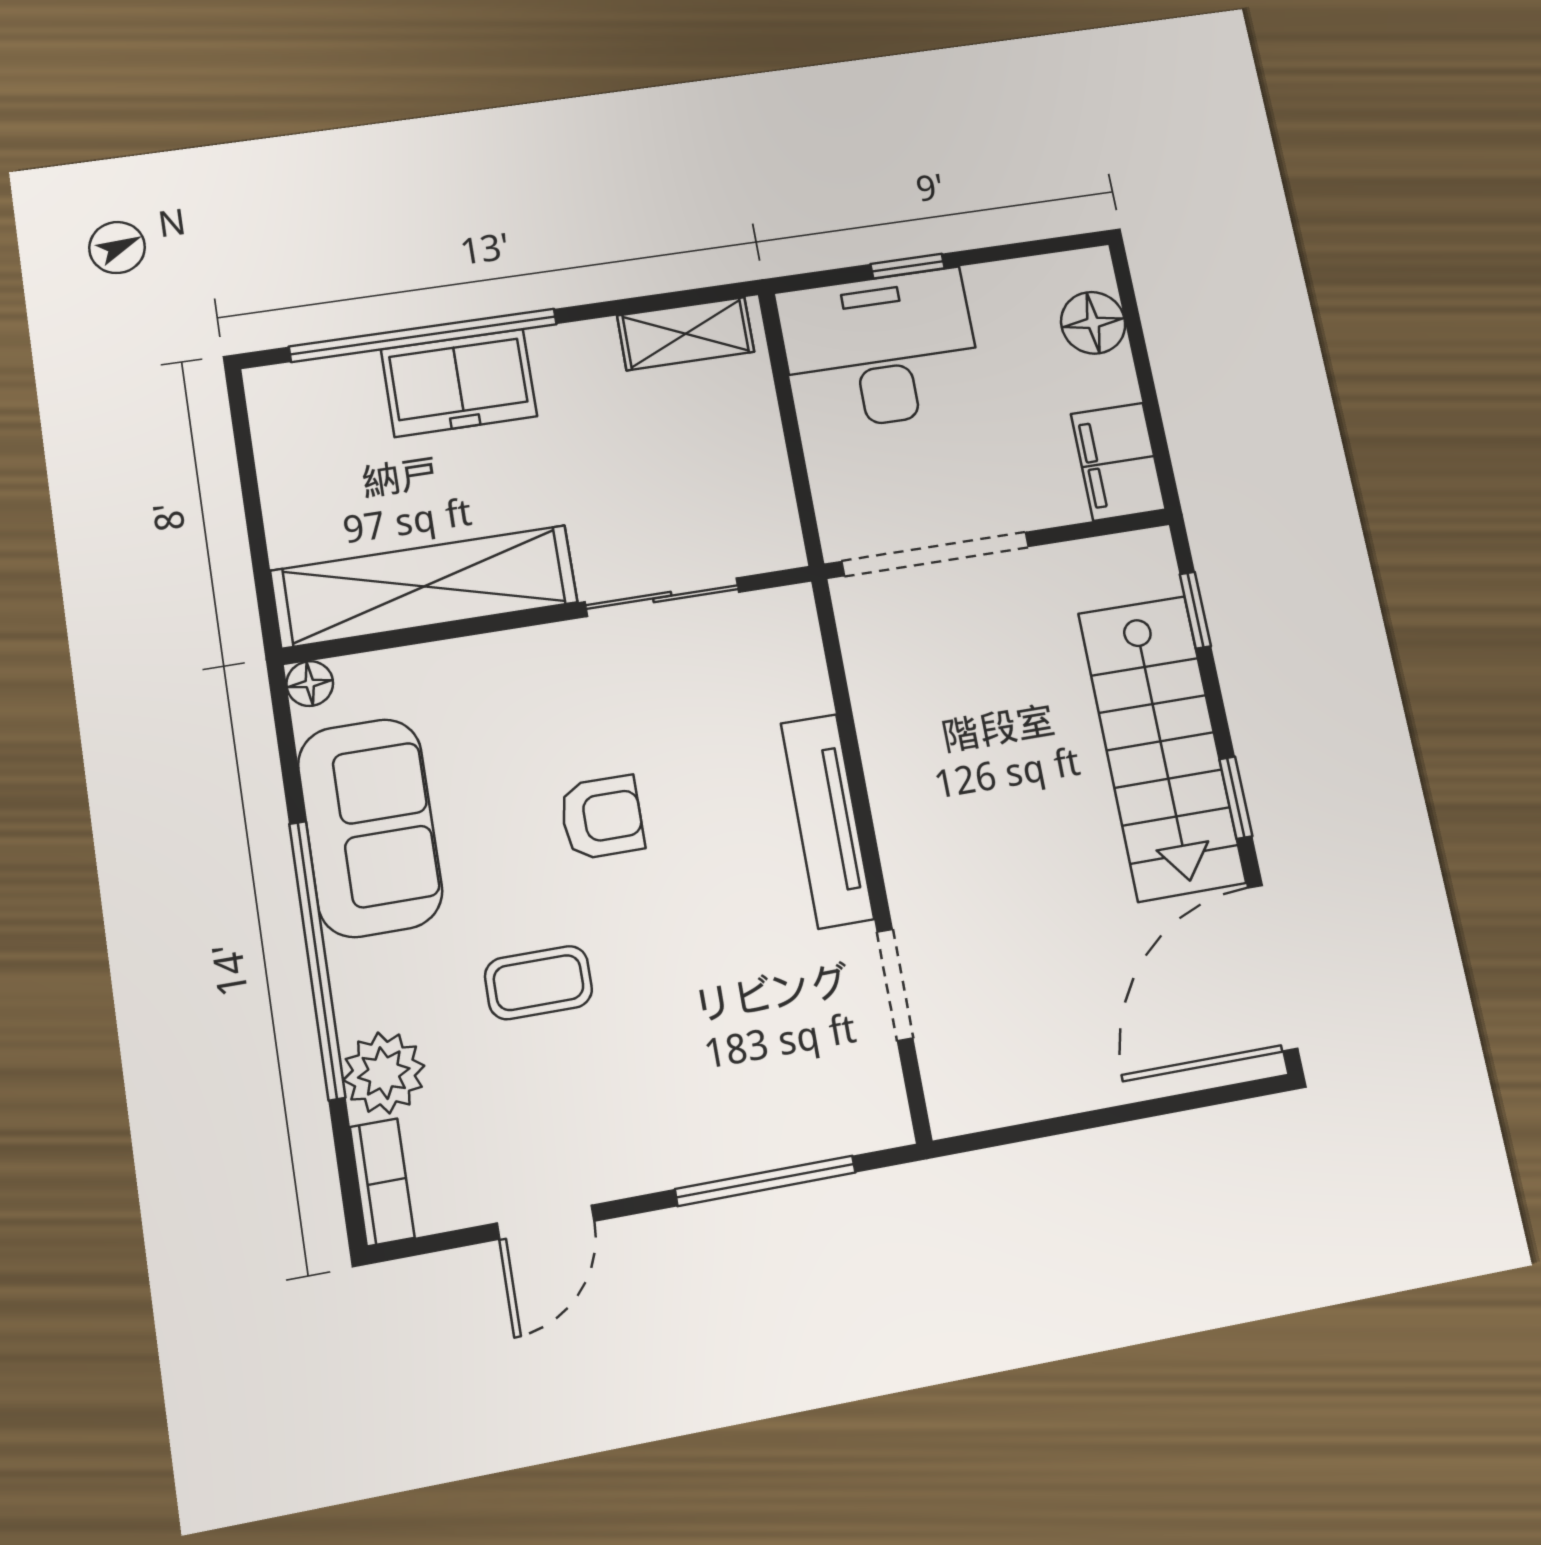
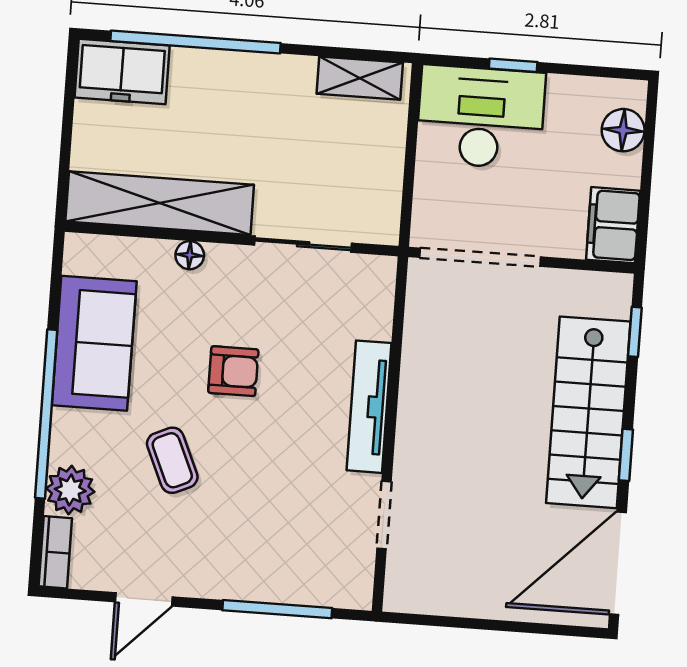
freezer: (459, 383) -> (122, 71), moved
floor lamp: (310, 684) -> (190, 255), moved
coffee table: (538, 983) -> (172, 460), turned 66

